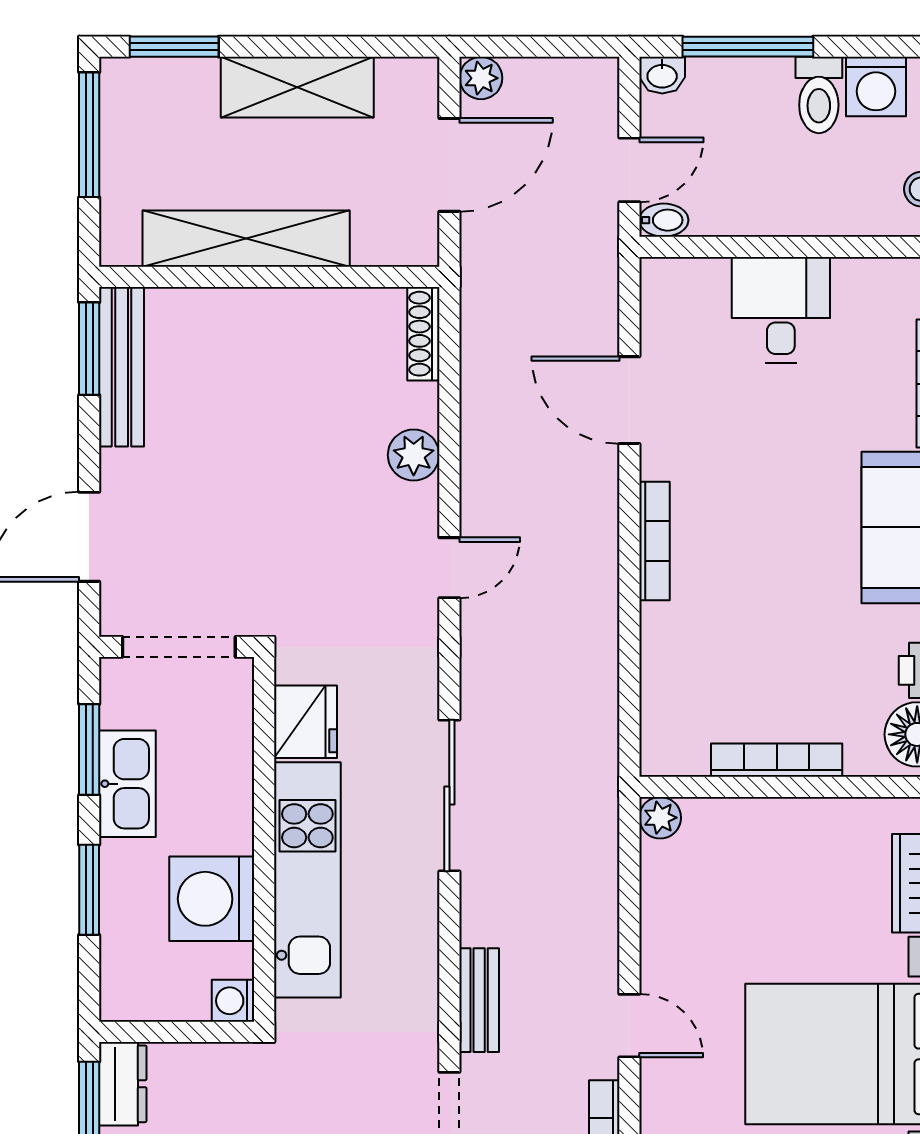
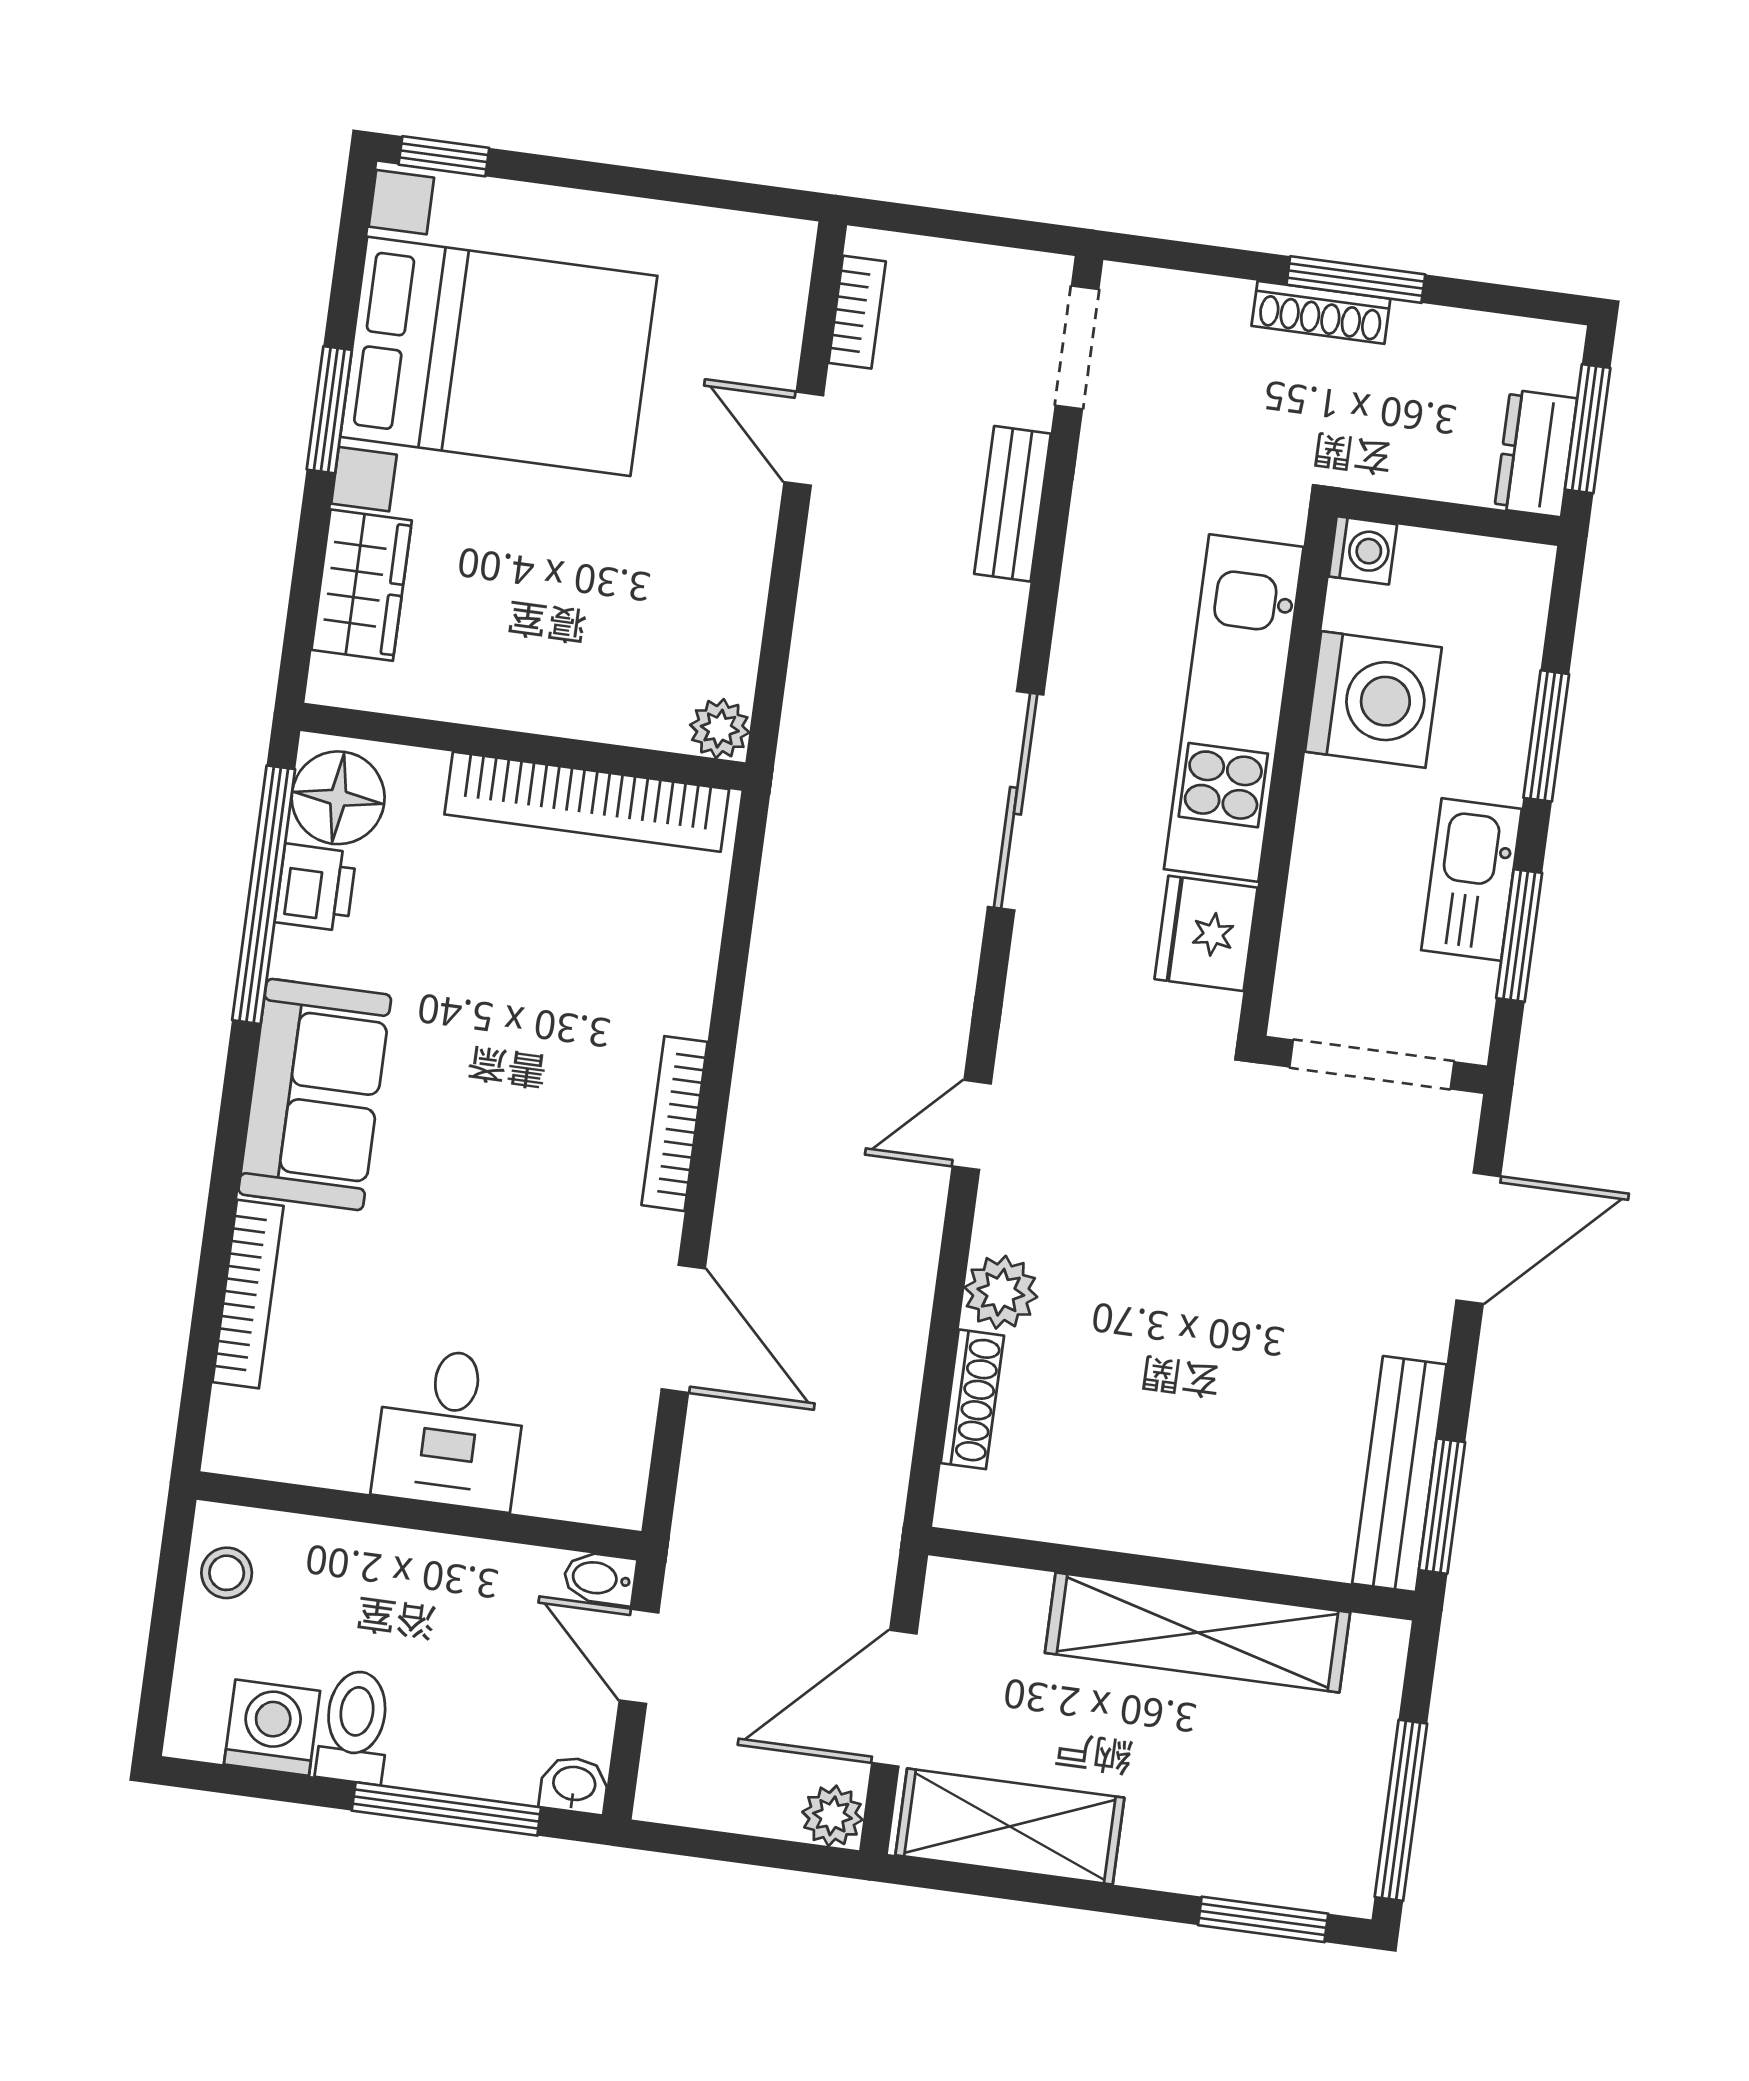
shelving: (297, 87) -> (1010, 1826), moved
door: (629, 170) -> (639, 1656), hinge flipped
shoe rack: (423, 334) -> (972, 1399), moved
bookcase: (777, 760) -> (587, 802), width x1.48, depth x1.31

